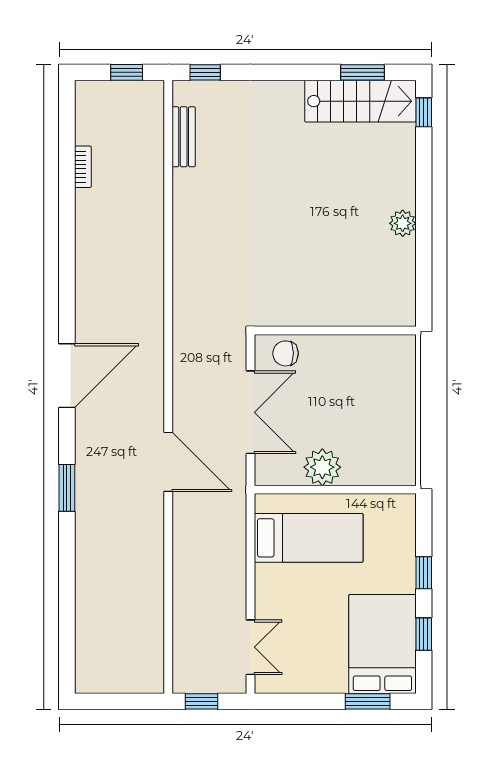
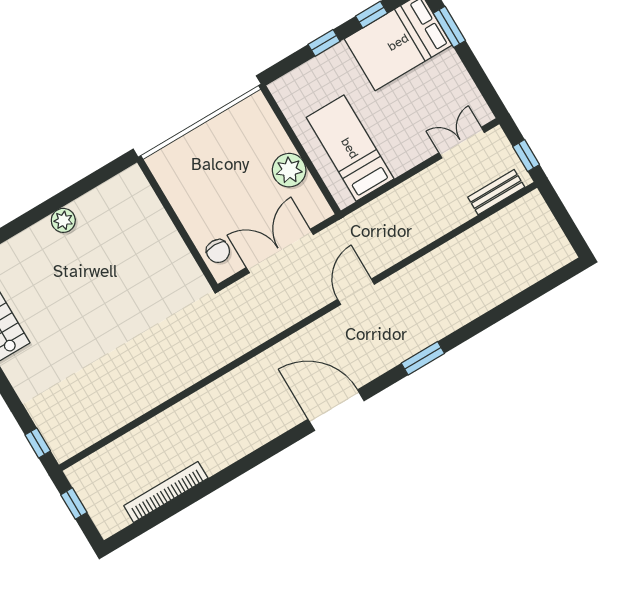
bench: (184, 137) -> (496, 192), moved
bookcase: (83, 167) -> (166, 492), width x2.31, depth x1.31
door: (168, 462) -> (356, 292), width x0.73

